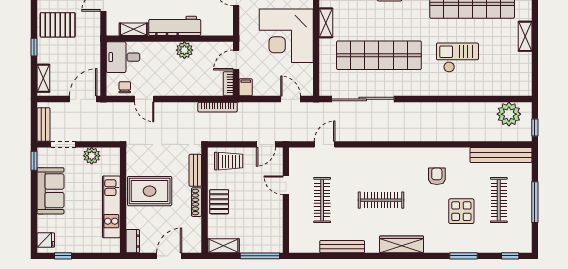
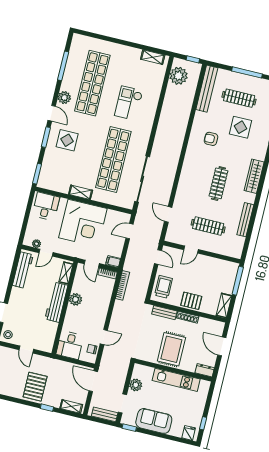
shelving: (134, 29) -> (66, 273), moved
shelving: (525, 36) -> (153, 57), moved

